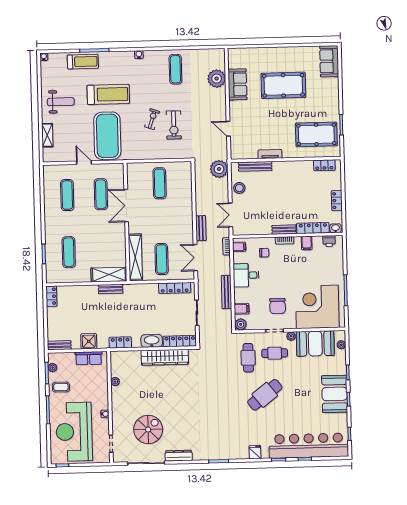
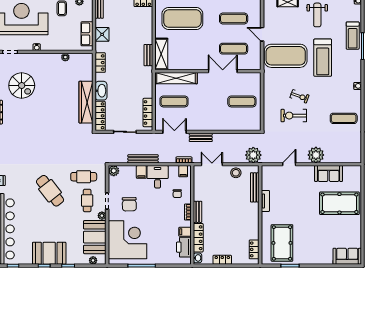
plant: (217, 79) -> (316, 155), moved
pool table: (283, 85) -> (339, 203), moved, turned 90
door: (84, 163) -> (262, 34), swing flipped
printer: (329, 241) -> (184, 247), width x1.87, depth x1.48
exercise mat: (69, 252) -> (182, 18), width x2.00, depth x1.45
chair: (278, 306) -> (129, 204), turned -91
filing cabinet: (242, 309) -> (141, 172), moved

